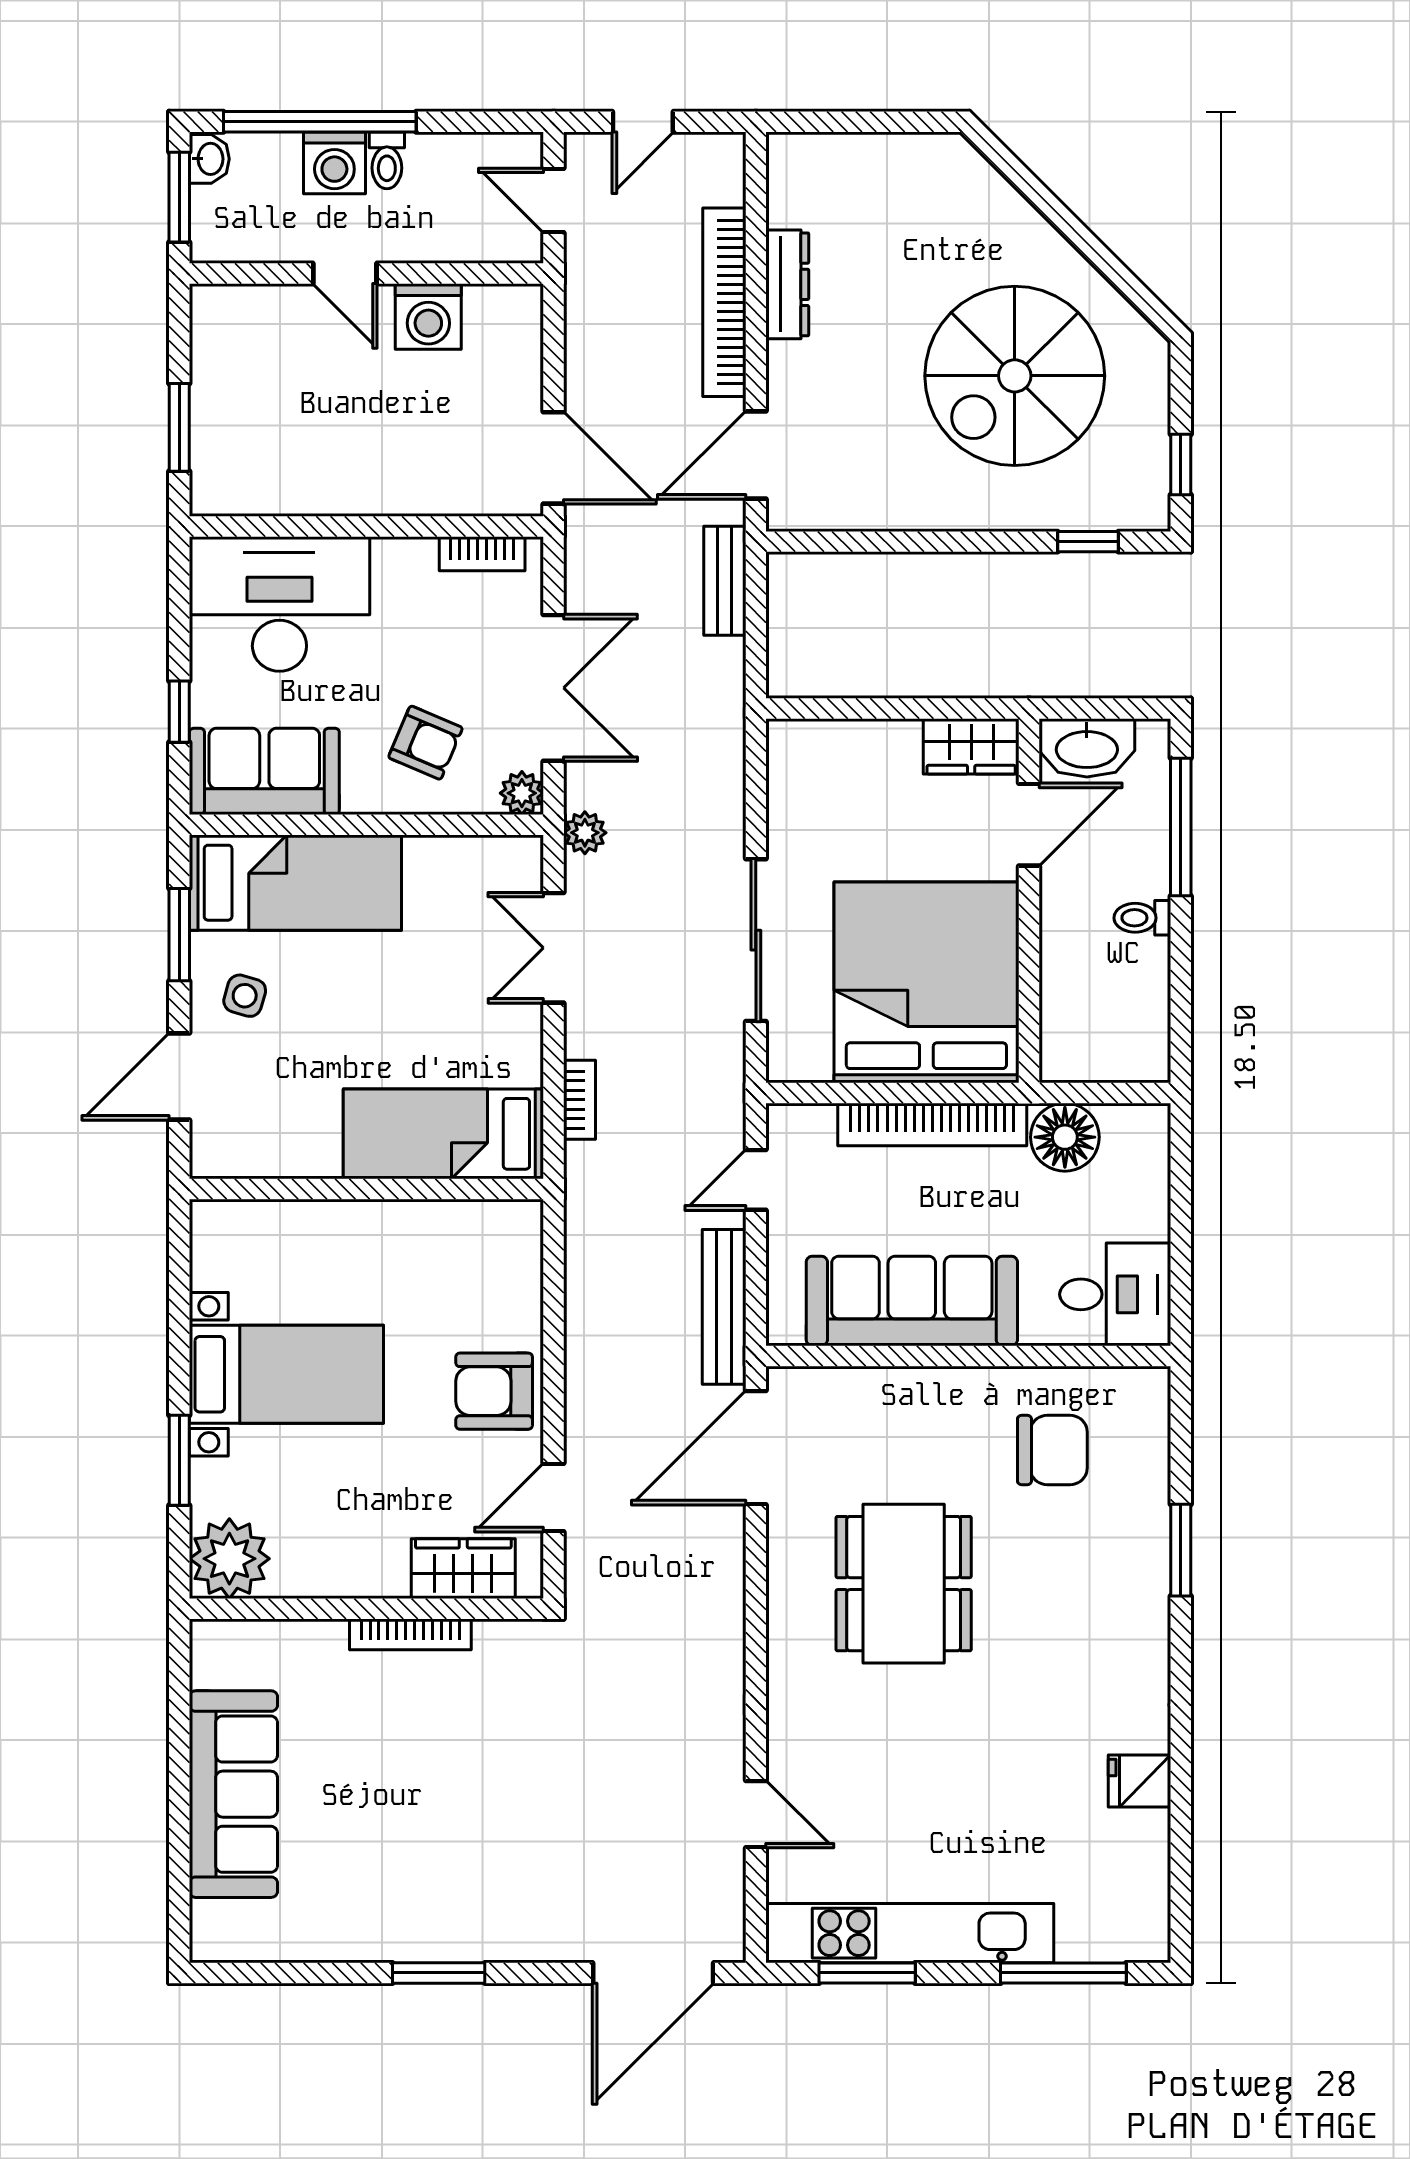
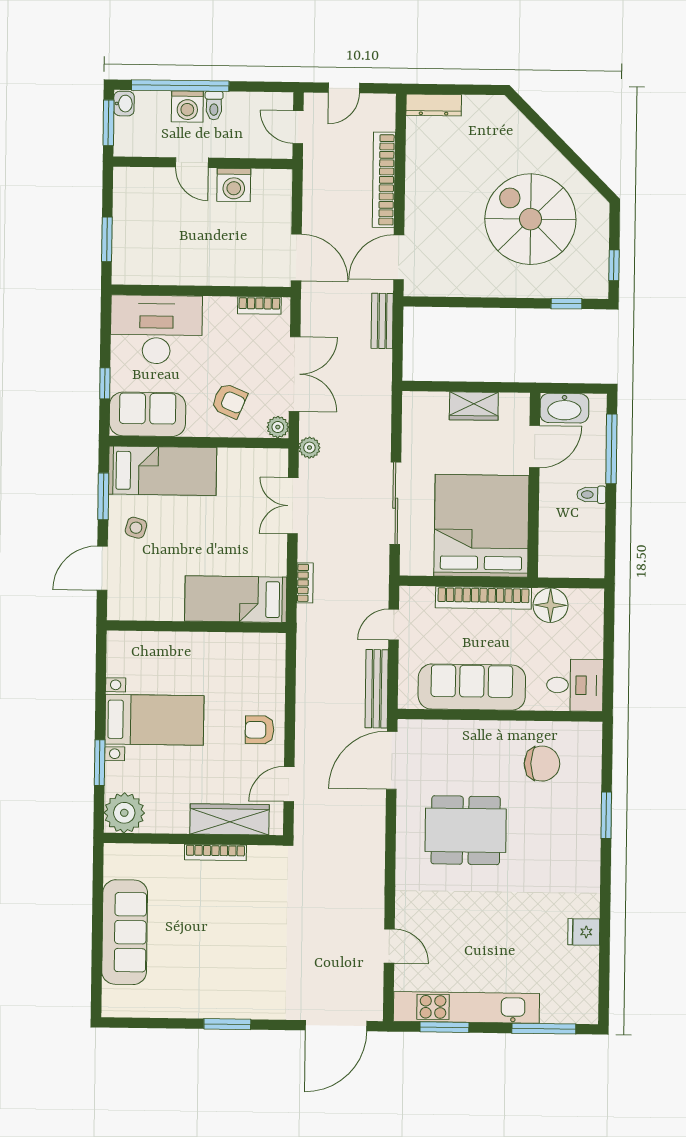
dresser: (787, 284) -> (434, 105), moved, turned 90
spiral stairs: (1015, 376) -> (530, 219), turned 90
wardrobe: (971, 746) -> (474, 406), moved
armchair: (494, 1391) -> (260, 730), width x0.72, depth x0.72
wardrobe: (463, 1569) -> (230, 819), width x1.50
dining table: (904, 1584) -> (466, 830), turned 90

